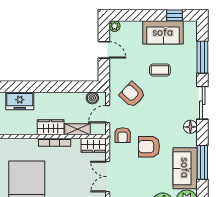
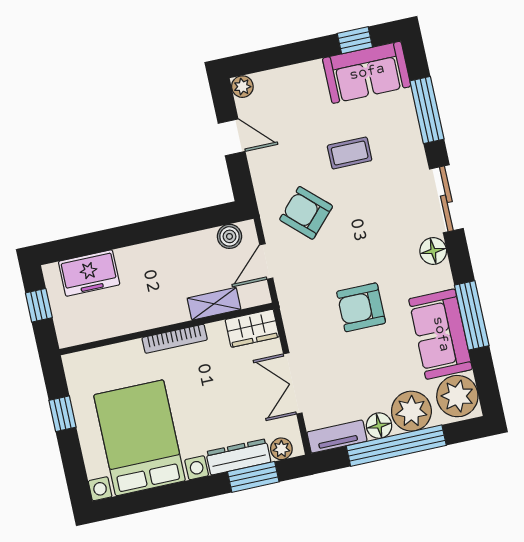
sofa: (163, 32) -> (367, 72), moved
wardrobe: (51, 127) -> (160, 311), removed
armchair: (123, 135) -> (304, 296), removed

